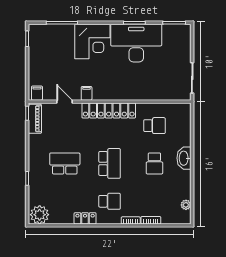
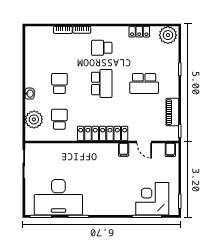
corner desk: (92, 41) -> (152, 199), moved
desk: (136, 43) -> (58, 197), moved
piano: (35, 119) -> (172, 112), moved
school desk: (154, 126) -> (59, 119), turned 90
washbasin: (184, 158) -> (30, 94), width x0.52, depth x0.69
school desk: (110, 163) -> (102, 83), turned 180
plant: (186, 205) -> (34, 119), moved, width x1.88, depth x1.88
locker: (85, 218) -> (139, 32), moved

